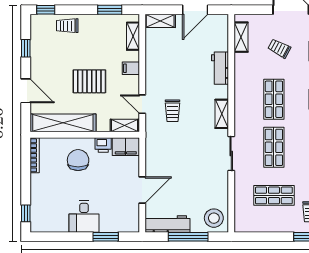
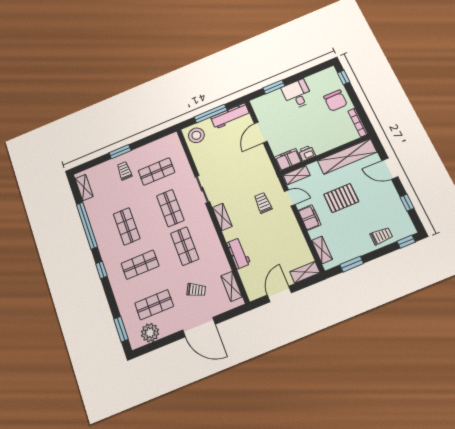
filing cabinet: (131, 68) -> (310, 218), width x2.00
chair: (78, 160) -> (335, 101), moved

